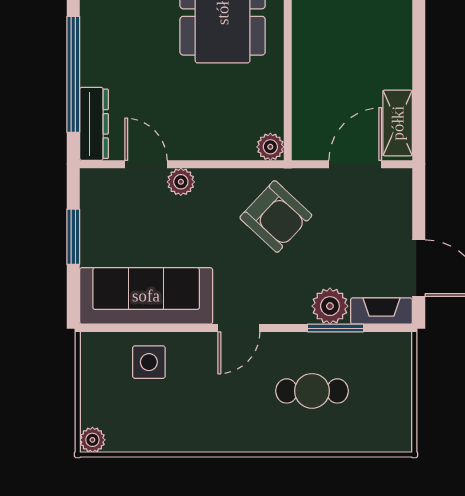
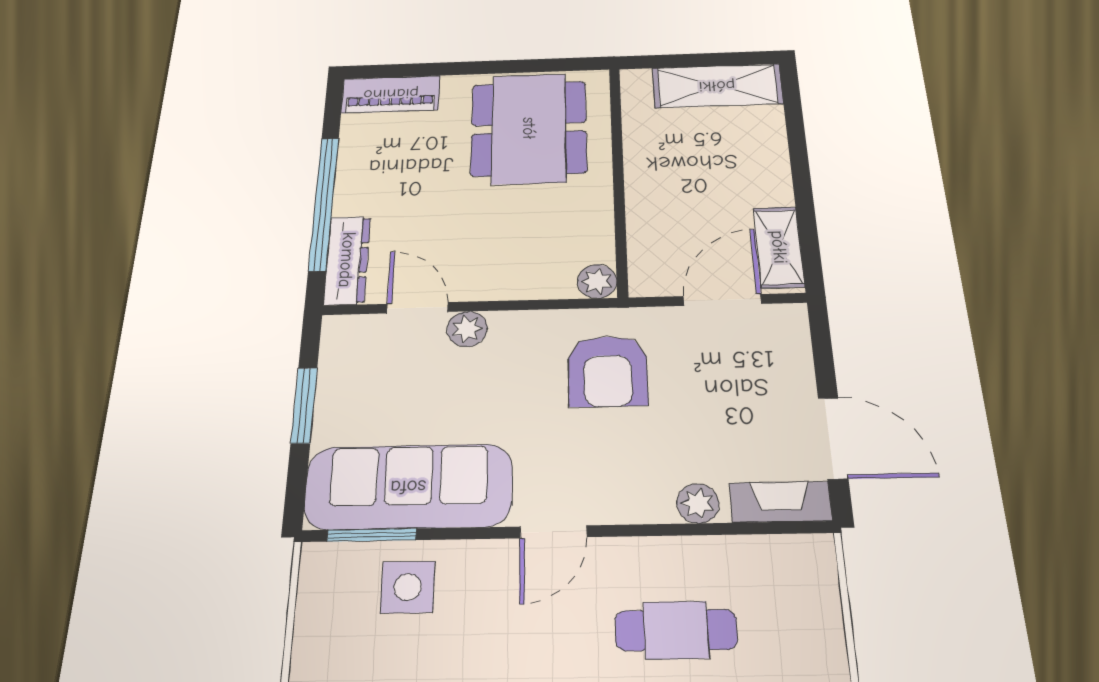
armchair: (276, 216) -> (608, 371), turned 47
plant: (330, 306) -> (698, 503), width x0.73, depth x0.73
window: (336, 328) -> (372, 535), moved

